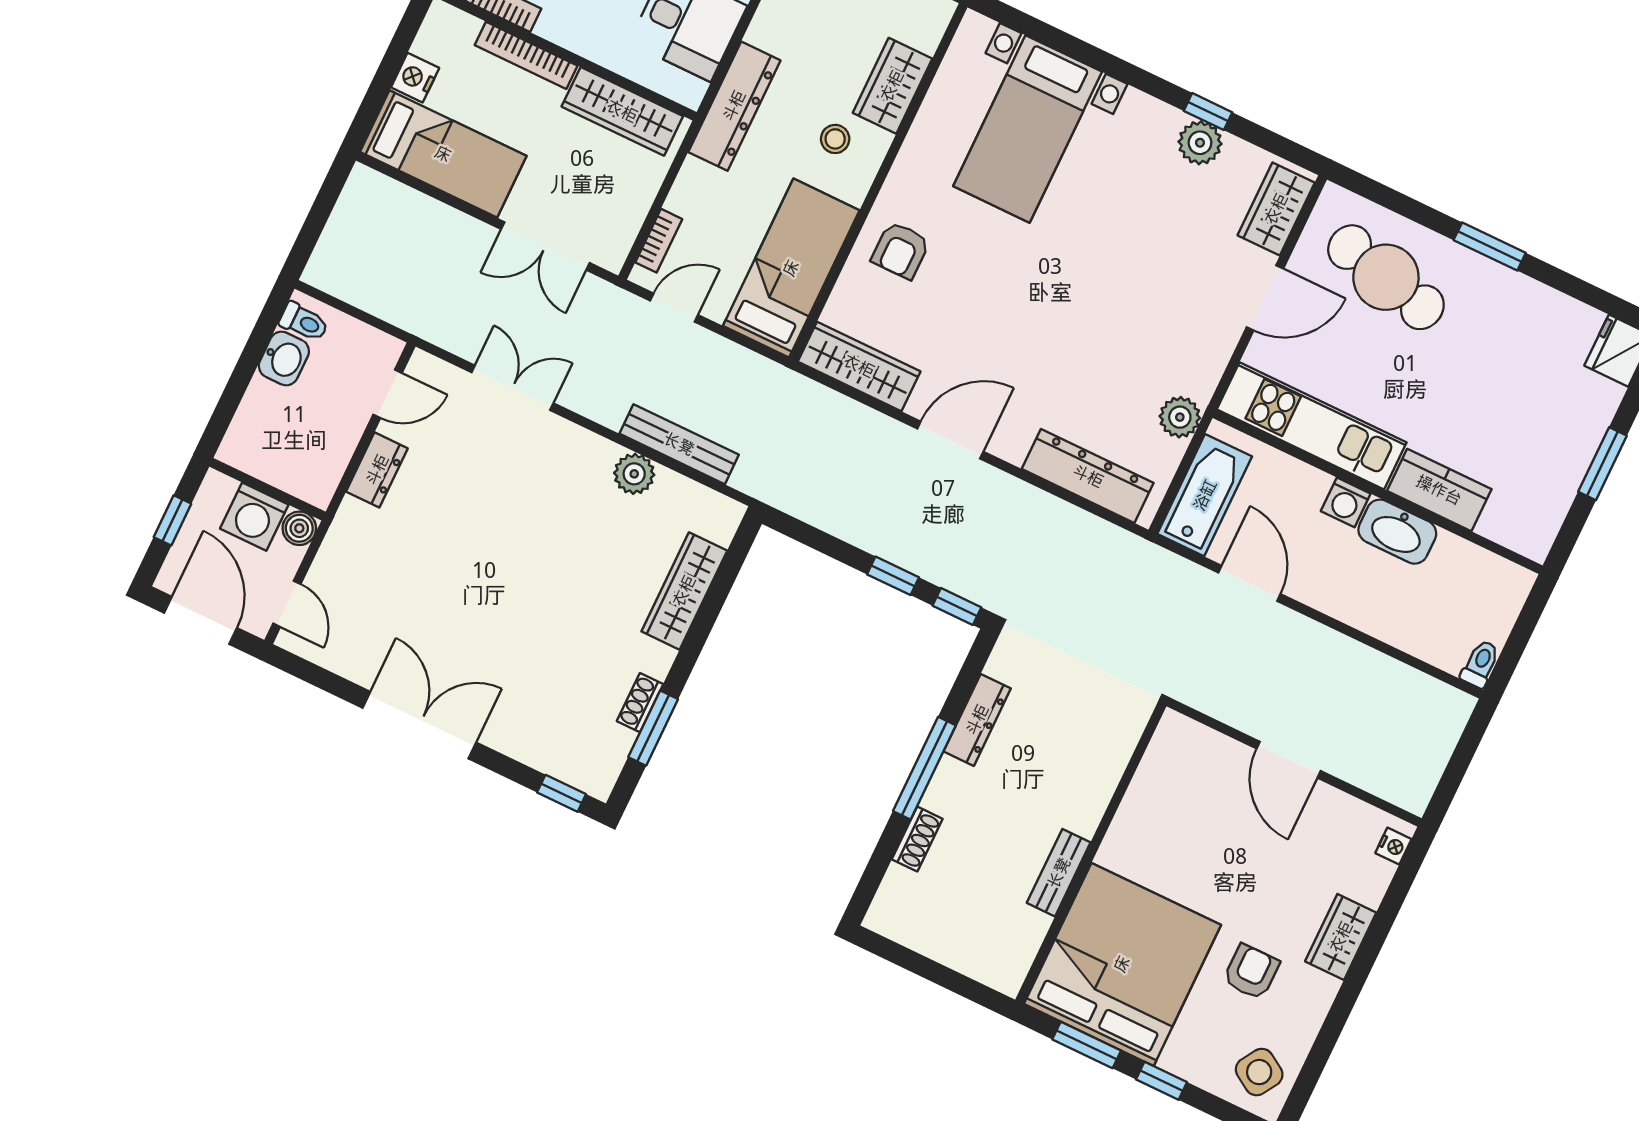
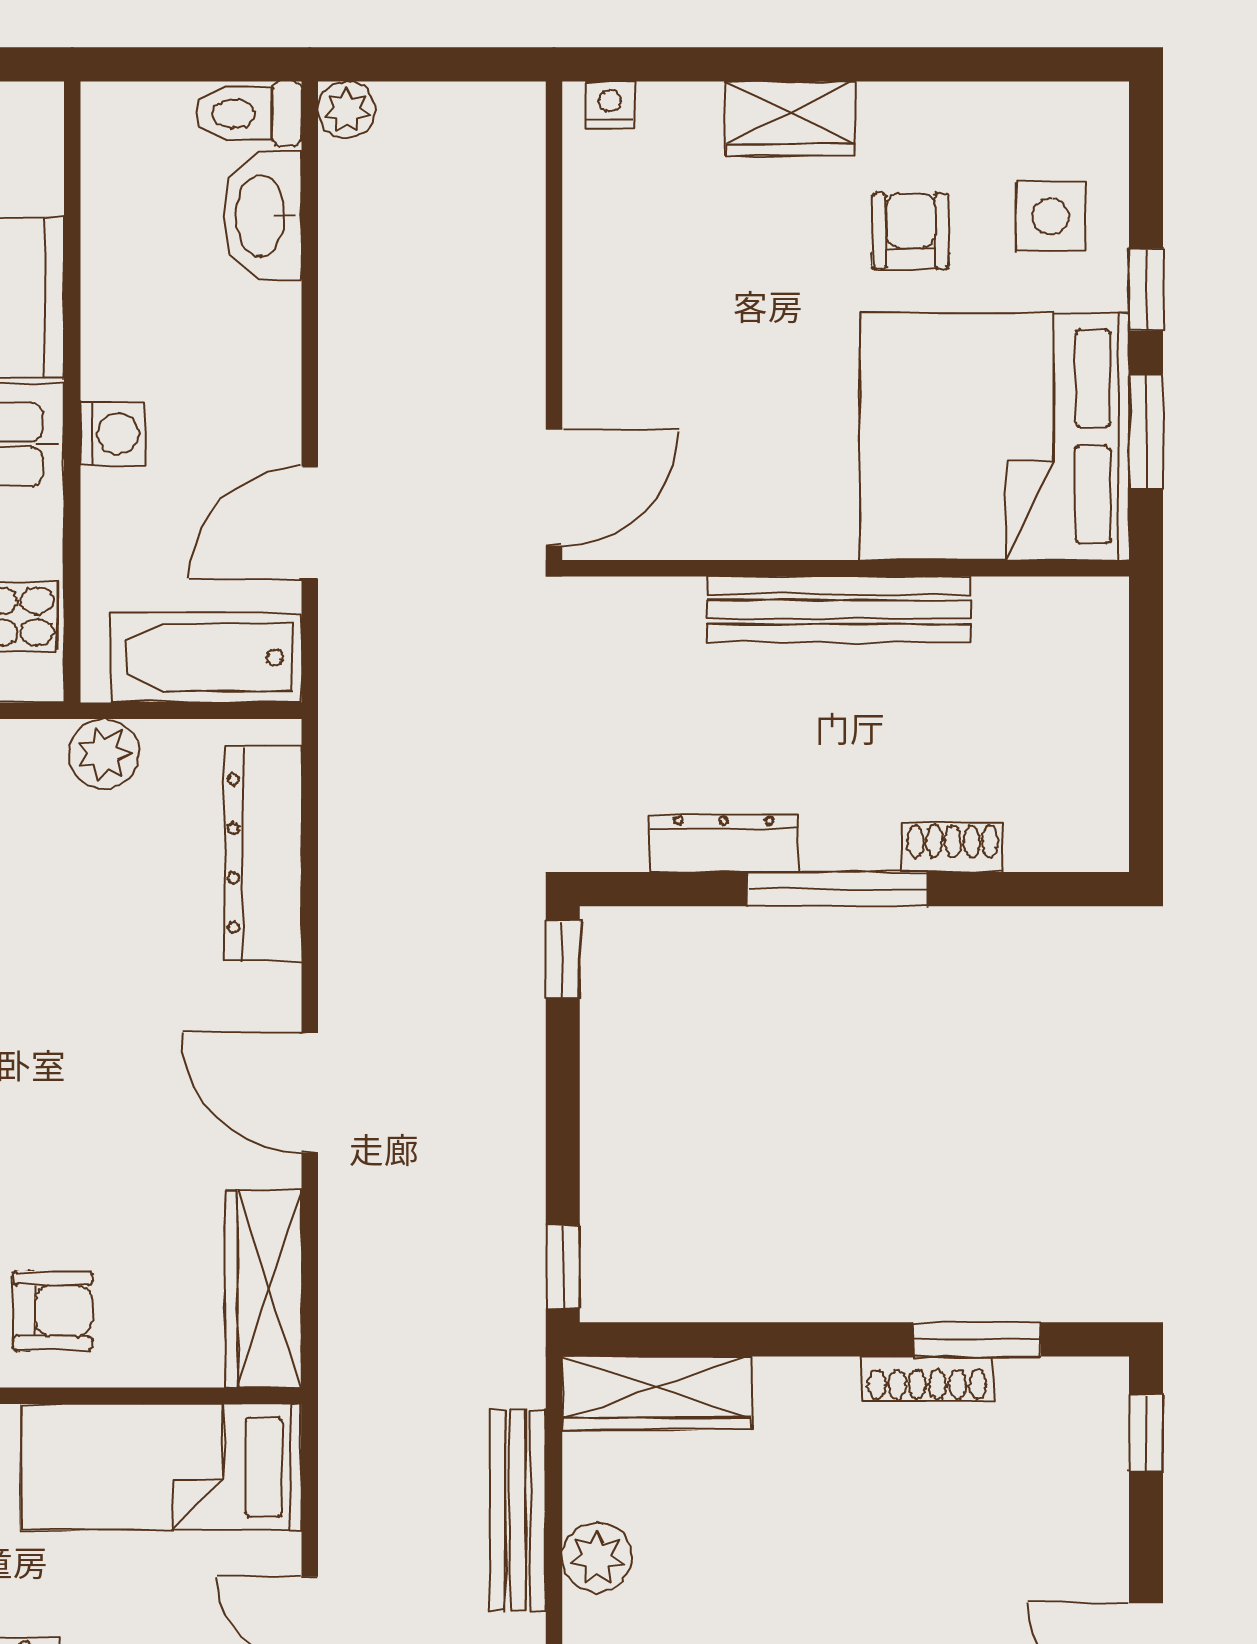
washbasin: (1397, 532) -> (262, 216), moved, turned 180
window: (893, 576) -> (563, 1267), moved
wardrobe: (684, 591) -> (657, 1393), moved
toilet: (1480, 664) -> (248, 114), width x1.37, depth x1.39
shoe rack: (640, 703) -> (927, 1379), width x1.43
plant: (1457, 706) -> (347, 110), added
door: (1289, 760) -> (554, 488), moved
bench: (1059, 873) -> (839, 609), width x1.86, depth x1.21
armchair: (1251, 972) -> (910, 231), turned 90
side table: (1259, 1072) -> (1050, 216), moved, turned -32

